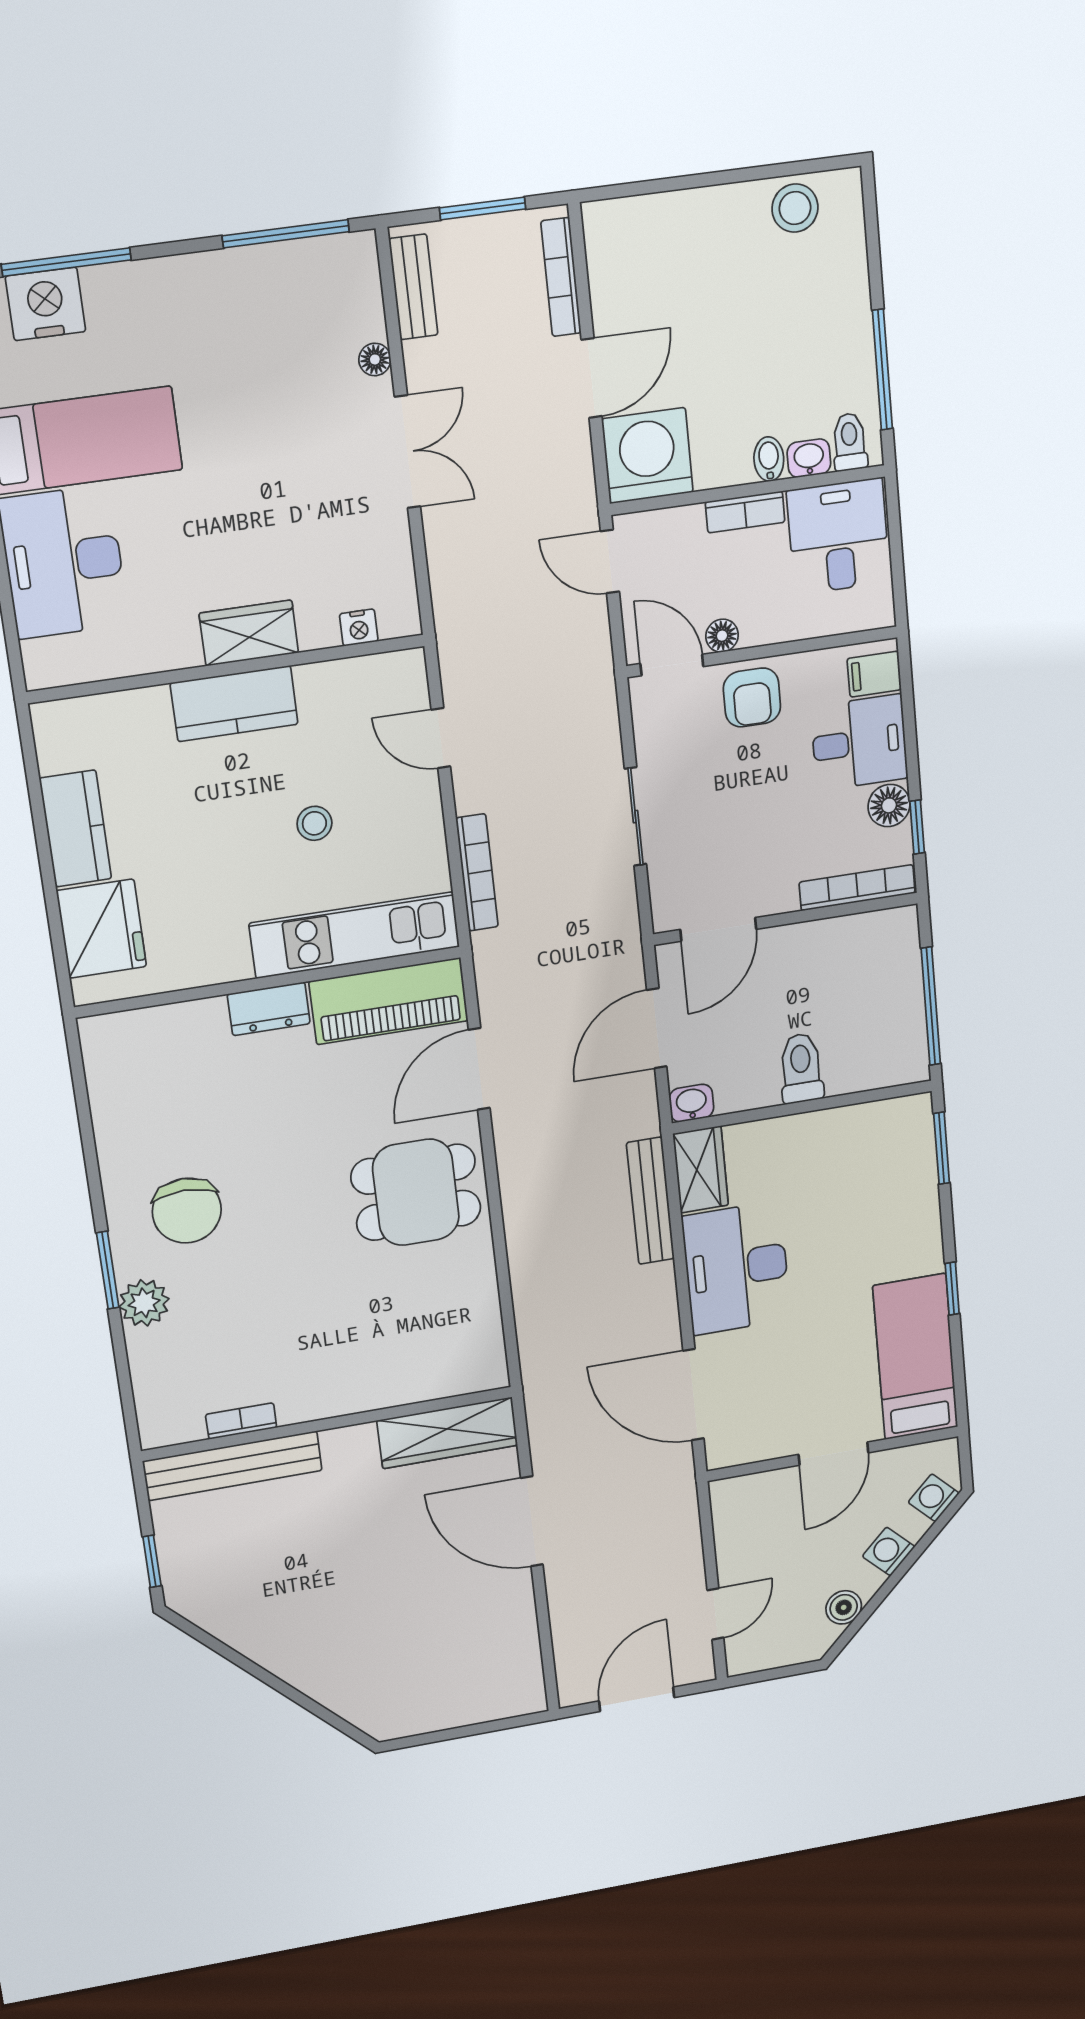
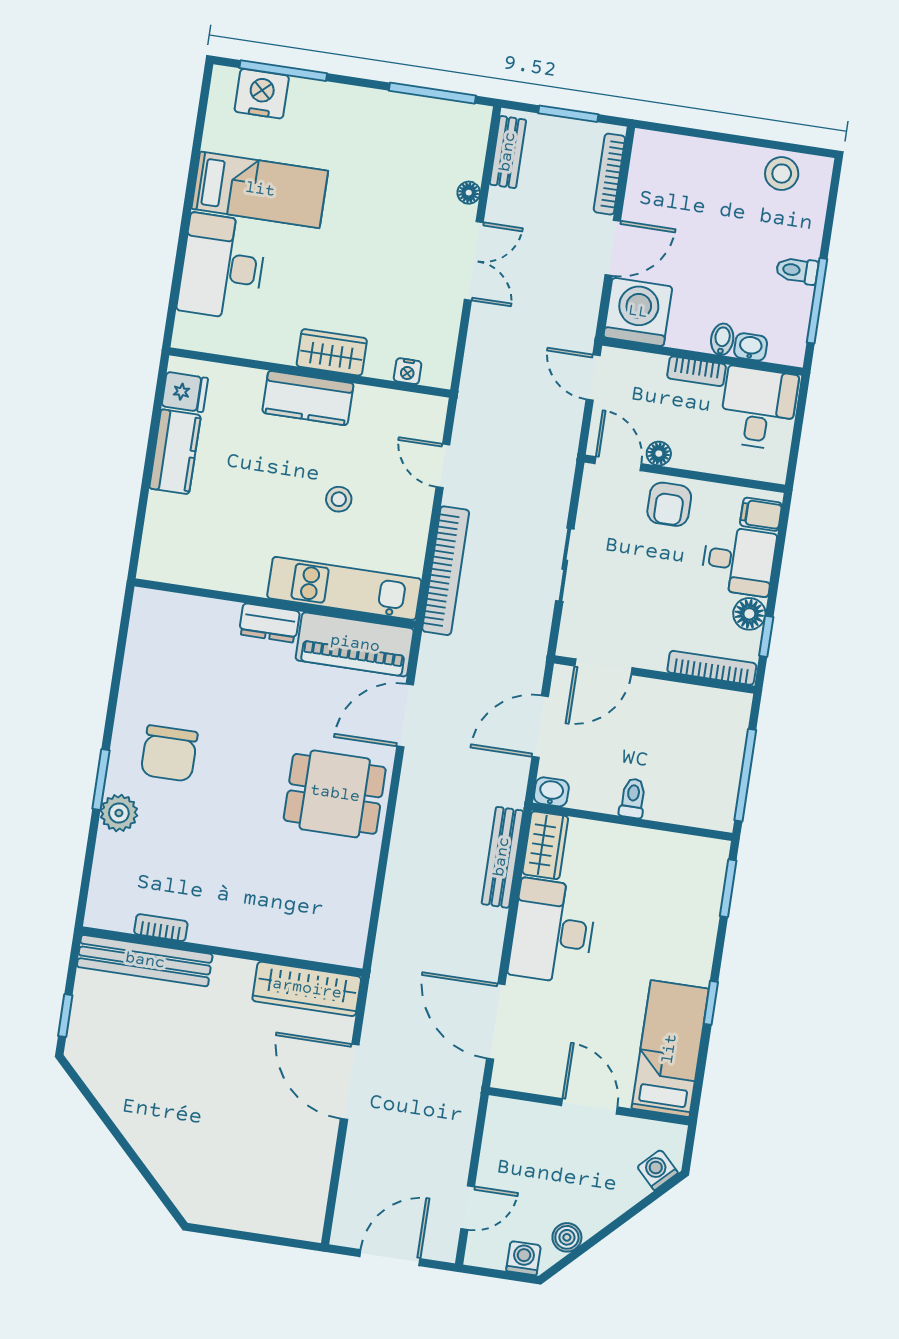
toilet: (850, 442) -> (797, 270), moved, turned -90
bookcase: (477, 872) -> (446, 571), width x1.48, depth x1.31
fridge: (101, 929) -> (185, 392), moved, width x0.53, depth x0.75
toilet: (801, 1068) -> (633, 798), width x0.73, depth x0.72
door: (834, 1454) -> (589, 1106), swing flipped
washing machine: (889, 1551) -> (524, 1258), moved, turned 45

